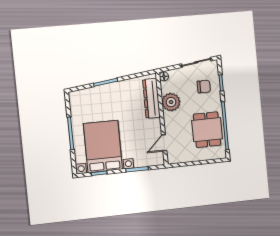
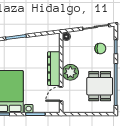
dresser: (151, 98) -> (54, 69), moved
plant: (171, 102) -> (70, 72), moved

